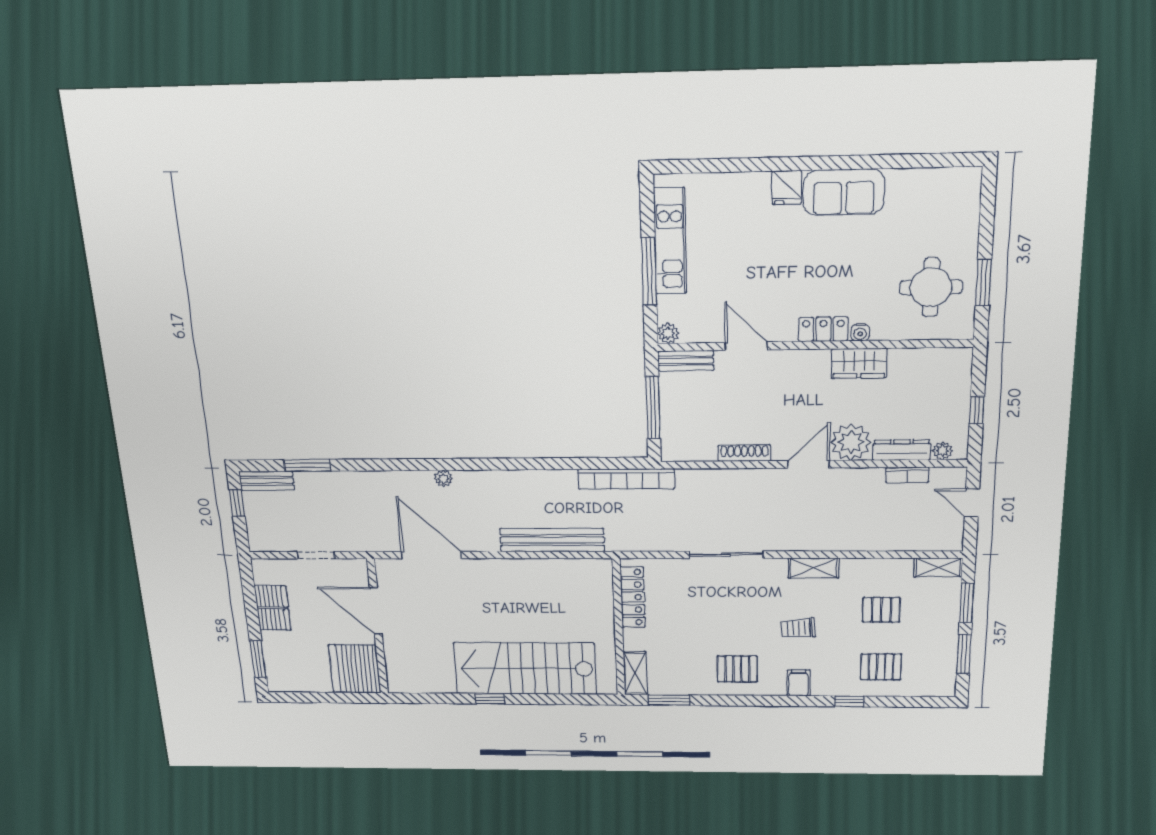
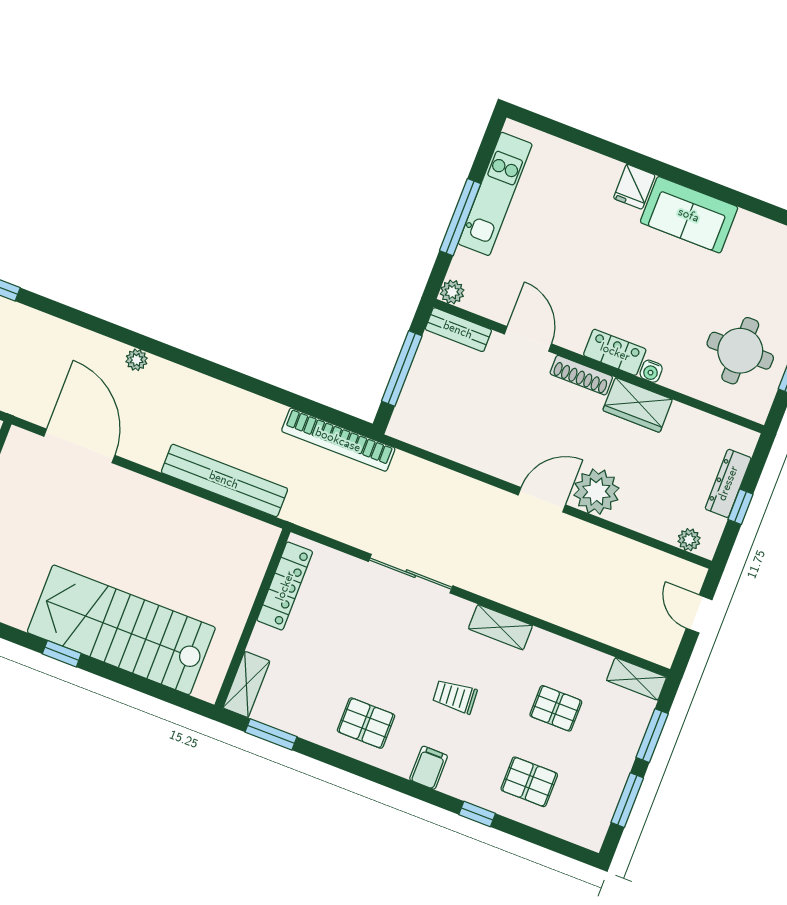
dresser: (902, 450) -> (728, 483), moved, turned -90
shoe rack: (744, 453) -> (581, 375), moved, turned 180
bookcase: (907, 475) -> (642, 554), removed

